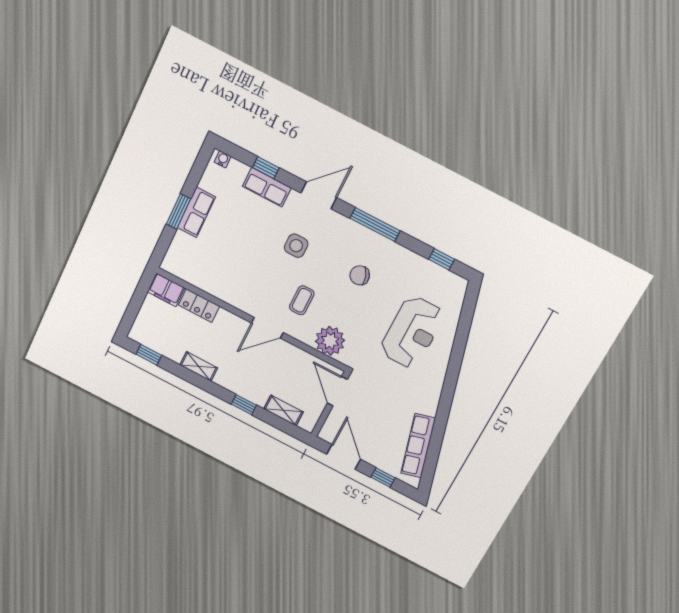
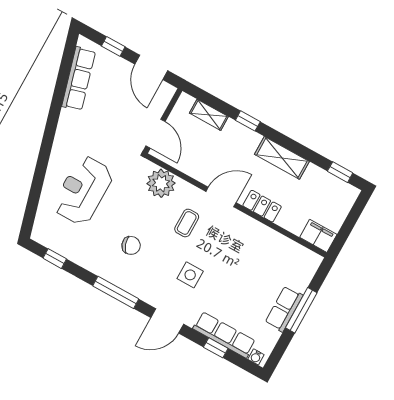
row of seats: (267, 187) -> (224, 335), width x1.48
window: (178, 211) -> (301, 310), width x1.44
locker: (199, 306) -> (262, 206), moved
shelving: (199, 366) -> (282, 158), width x1.50, depth x1.33

